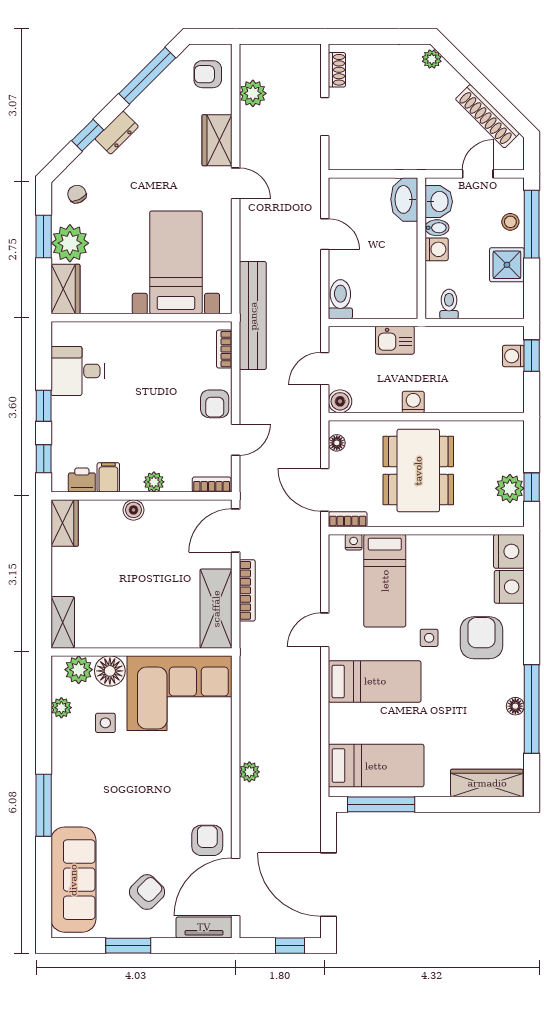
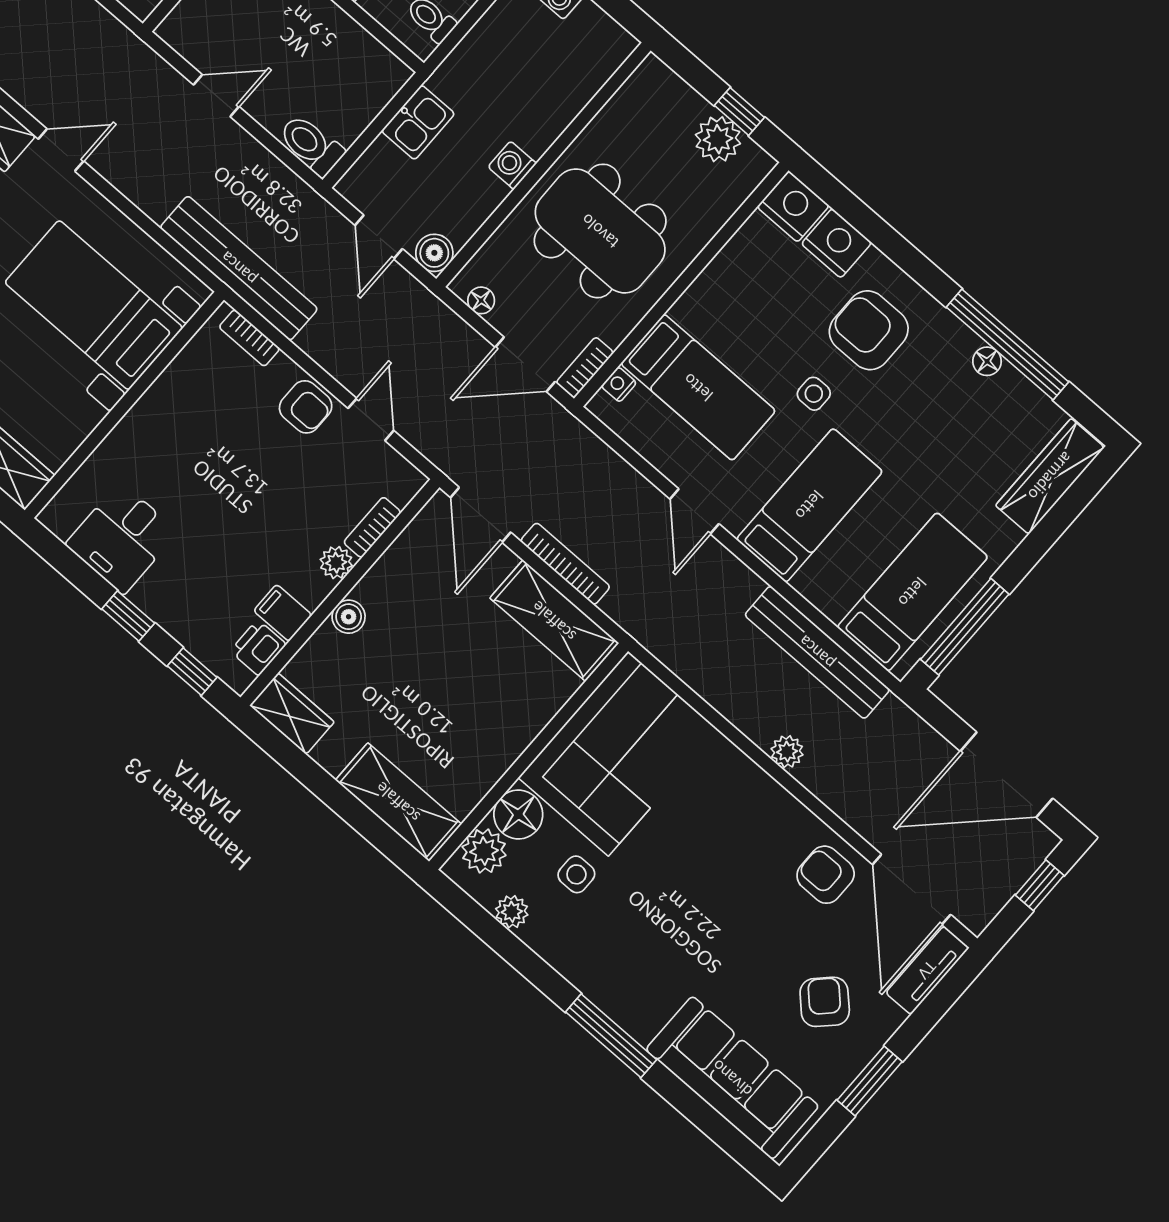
bookcase: (212, 485) -> (372, 527), moved
shelving: (63, 622) -> (398, 802), width x1.50, depth x1.33
bench: (309, 745) -> (817, 652), added

